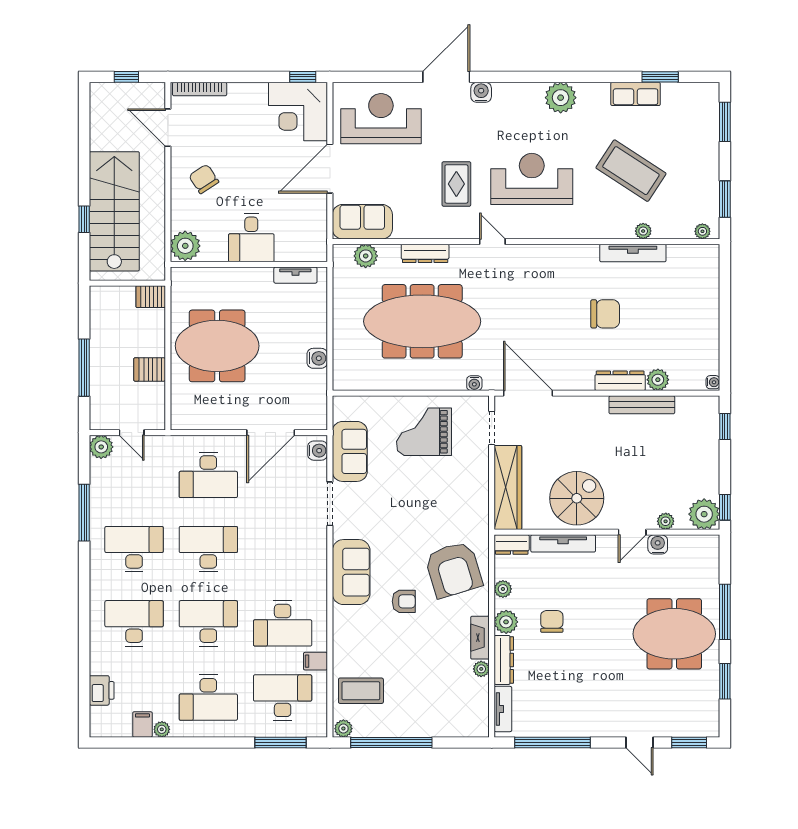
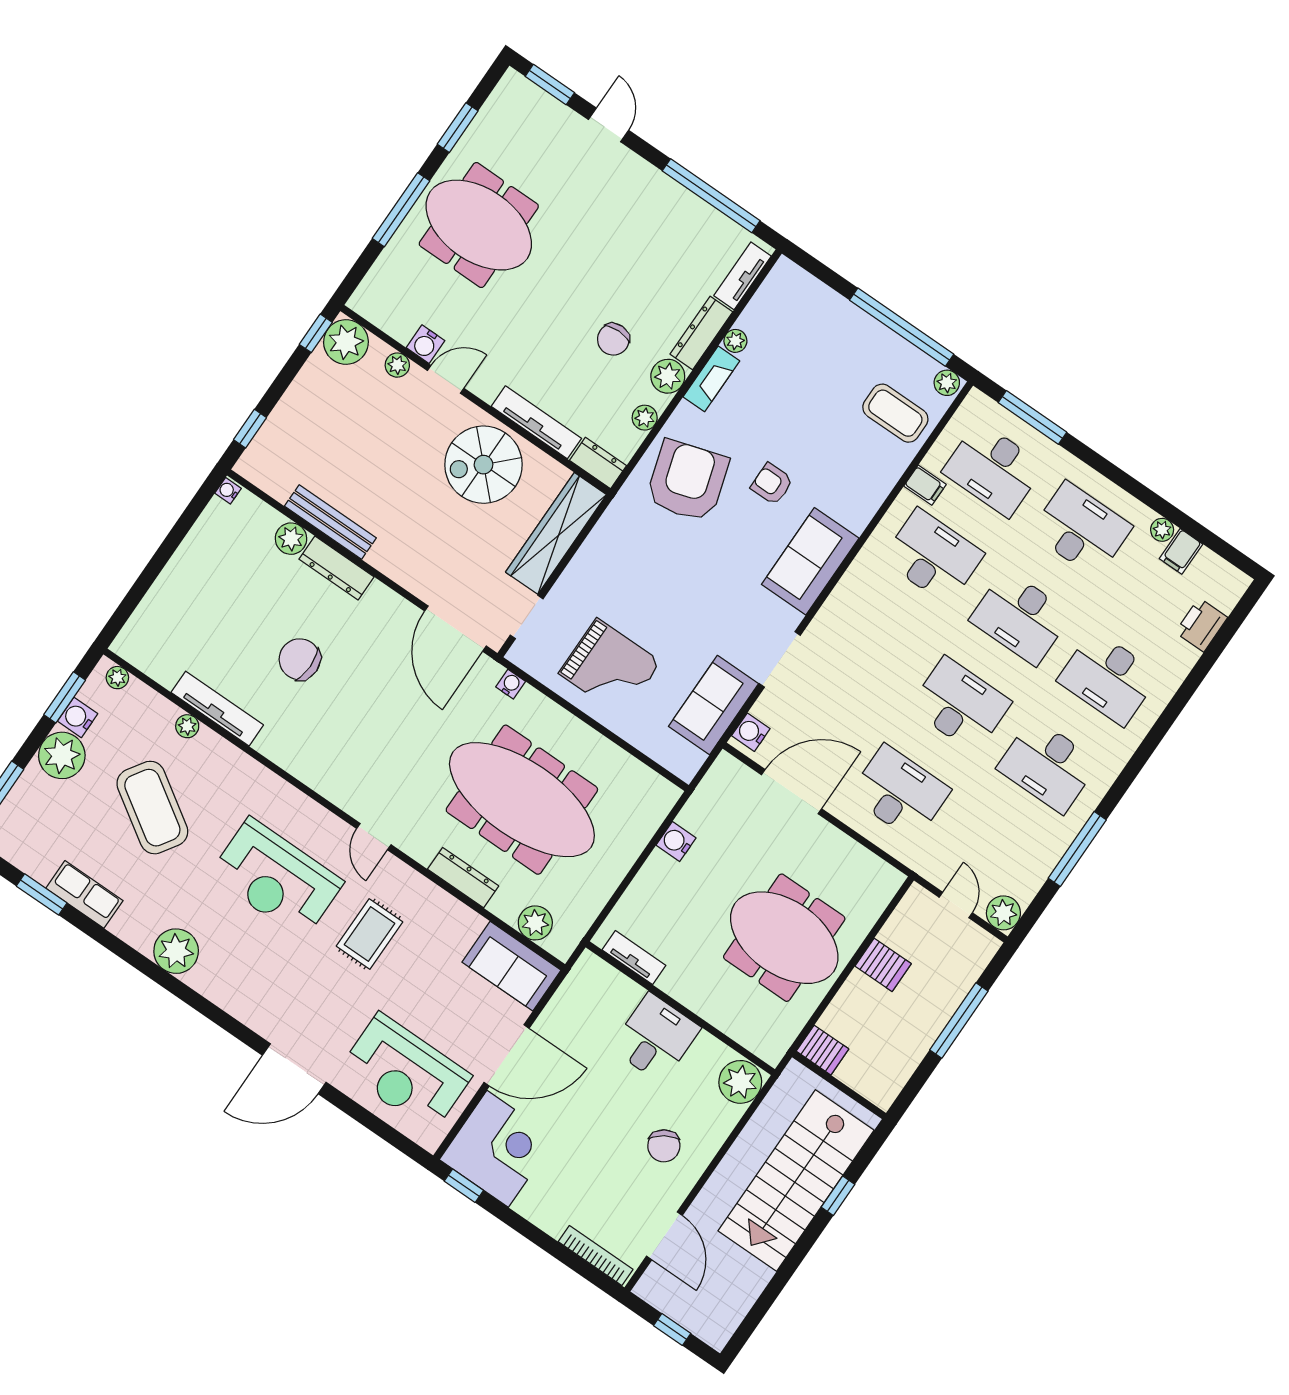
water cooler: (481, 92) -> (78, 717), moved, turned 90
plant: (704, 165) -> (62, 755), added
desk: (208, 549) -> (960, 705), turned 180

